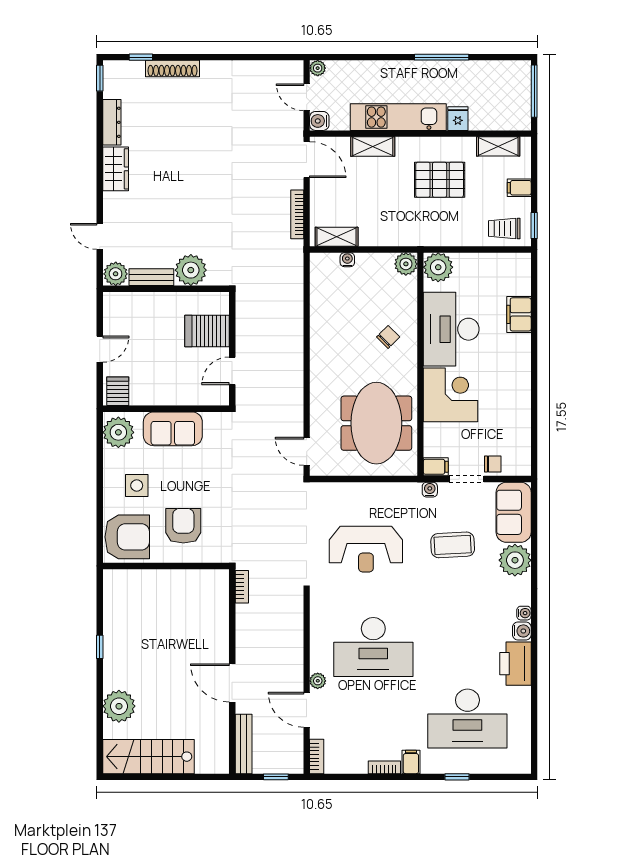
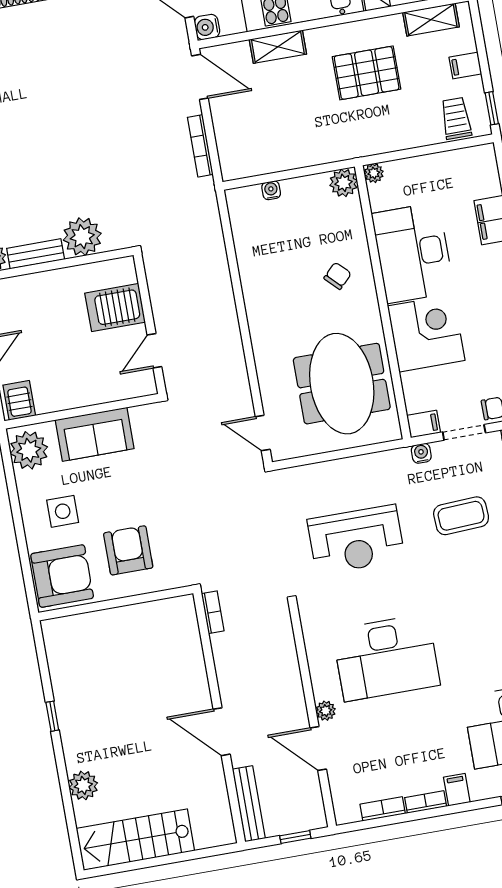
trolley: (504, 228) -> (456, 118), turned 90
shelving: (337, 237) -> (253, 165), removed
plant: (438, 267) -> (374, 173), width x0.53, depth x0.53
plant: (119, 706) -> (83, 785), width x0.73, depth x0.73
bookcase: (317, 756) -> (383, 809), moved, turned -90

